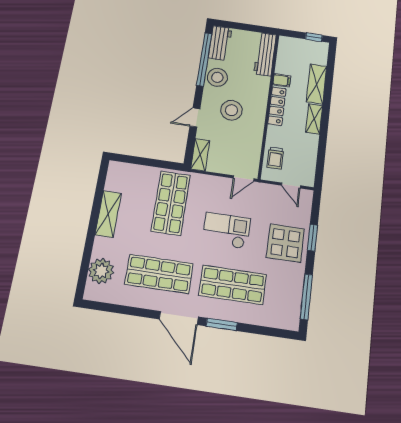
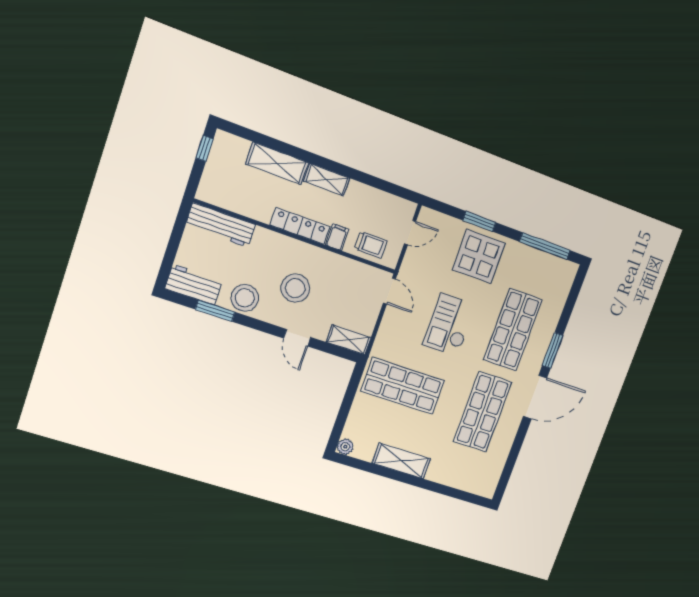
window: (204, 59) -> (215, 311), width x0.47
filing cabinet: (282, 80) -> (337, 237), moved
plant: (101, 271) -> (345, 447), moved, width x0.53, depth x0.53

